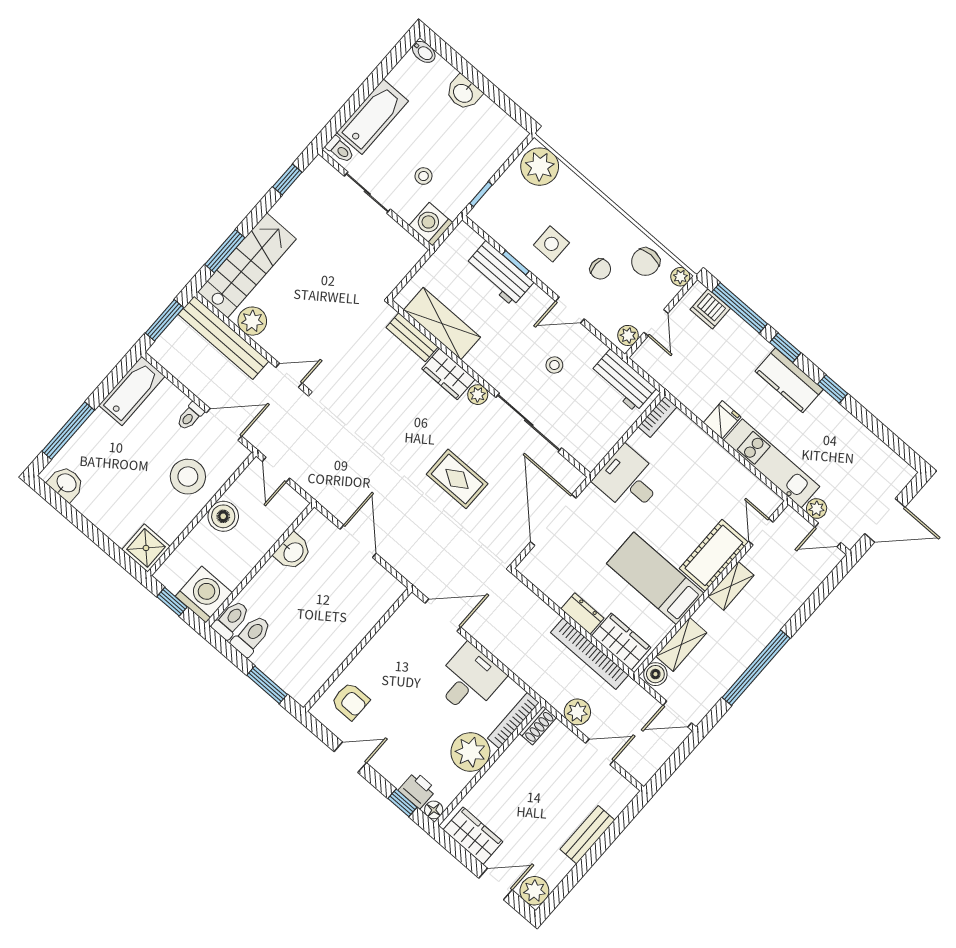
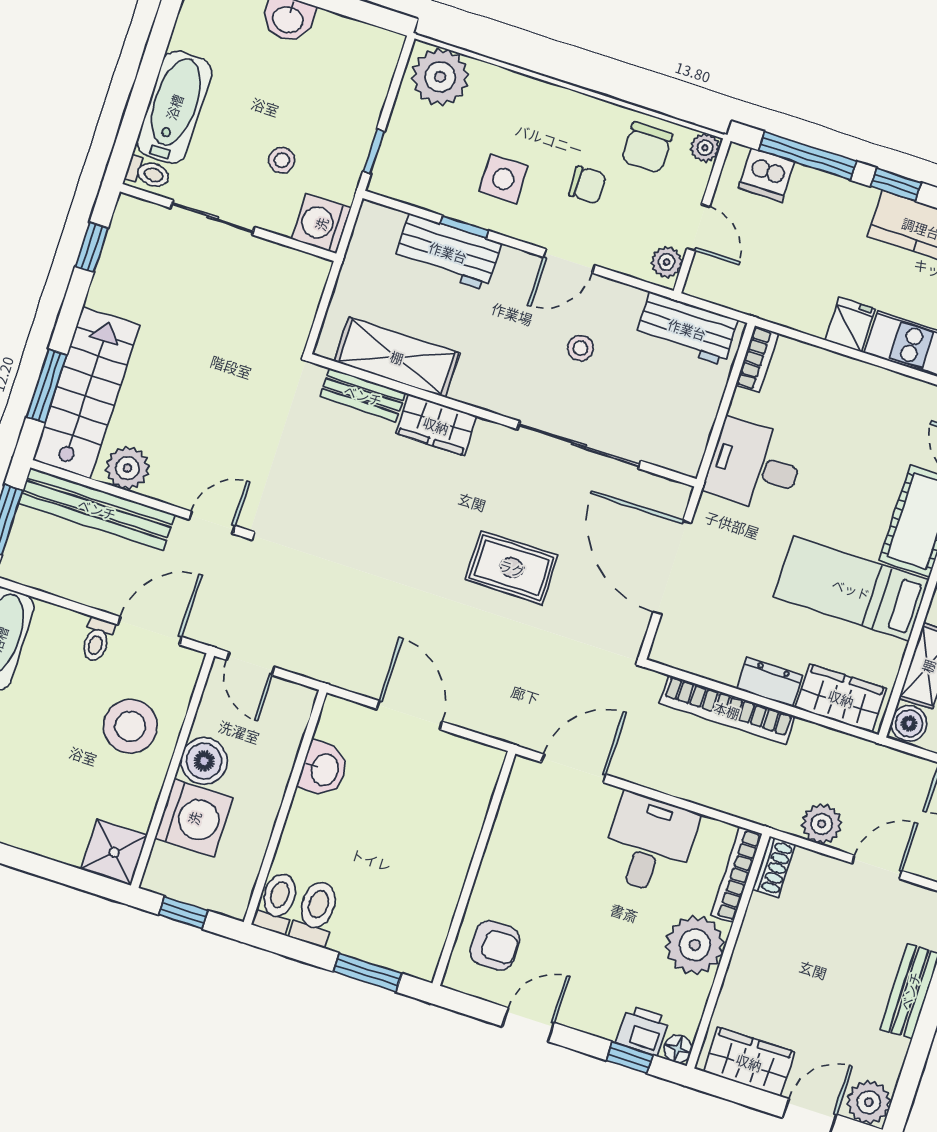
plant: (478, 395) -> (490, 436), removed
washing machine: (204, 594) -> (194, 818), moved, turned 90
bookcase: (589, 654) -> (727, 710), moved

